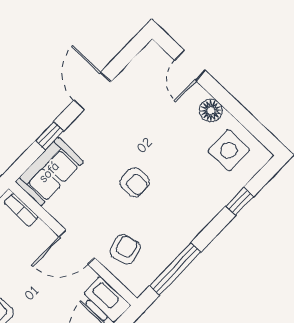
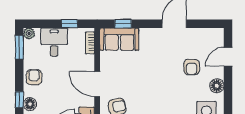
window: (49, 136) -> (123, 24), moved
armchair: (135, 182) -> (192, 67), moved

